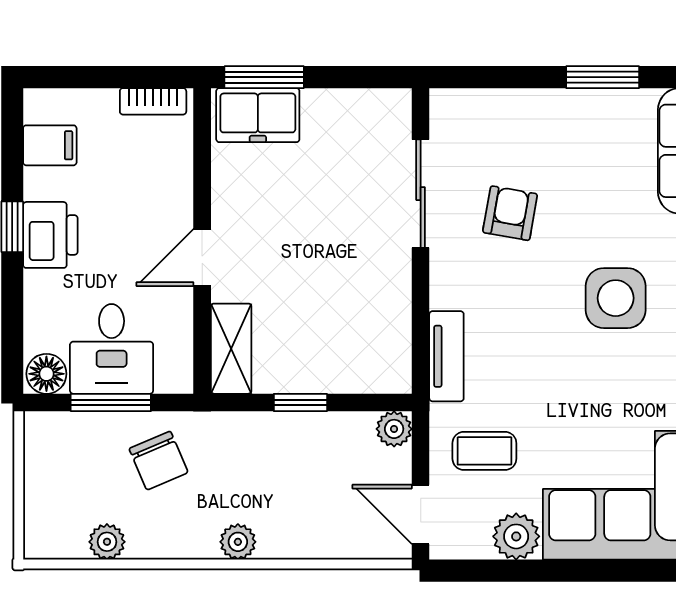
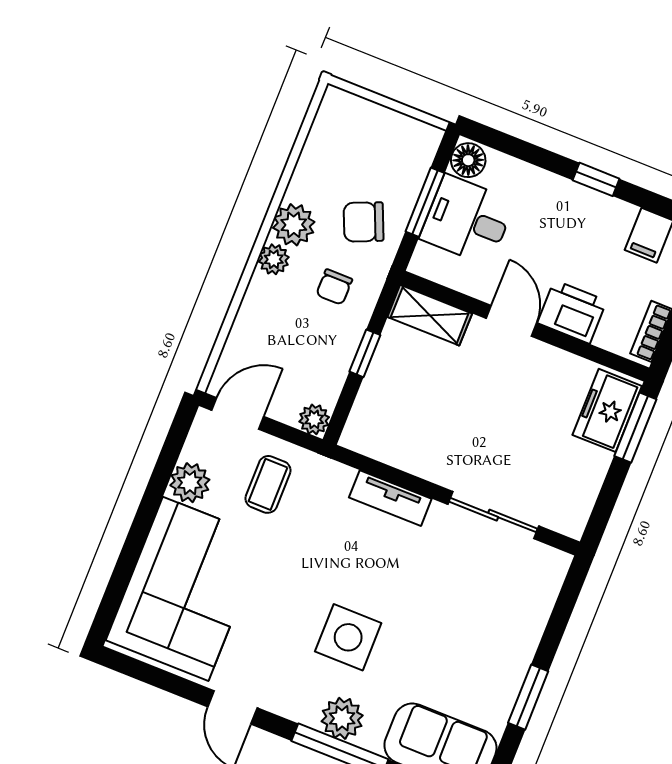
armchair: (510, 213) -> (449, 580), removed
printer: (50, 235) -> (572, 312), moved, turned 180
tv unit: (446, 356) -> (390, 498), moved
chair: (242, 464) -> (334, 287), added
plant: (107, 542) -> (294, 225), moved, width x1.38, depth x1.38

